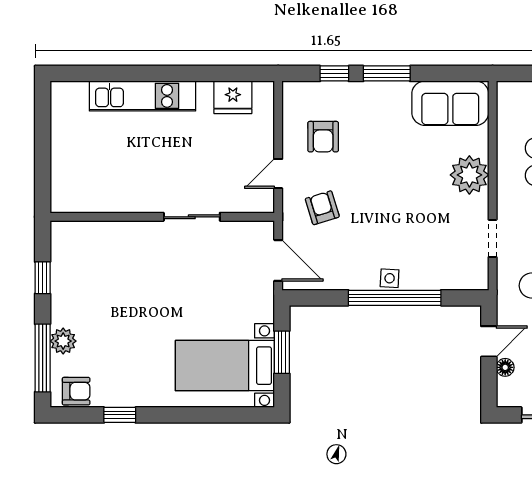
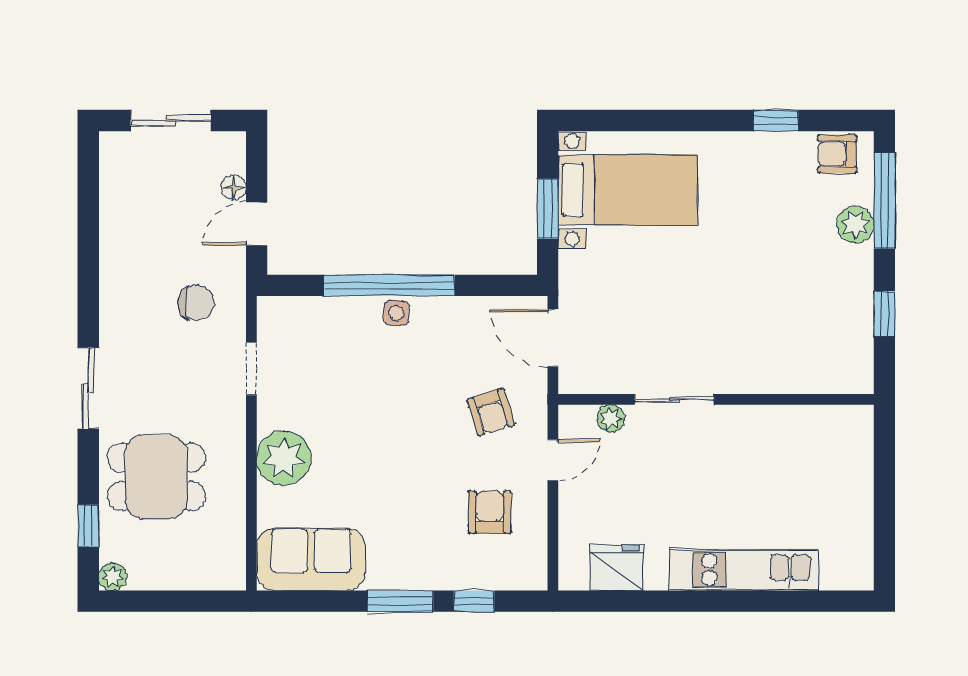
plant: (237, 203) -> (611, 418), added

